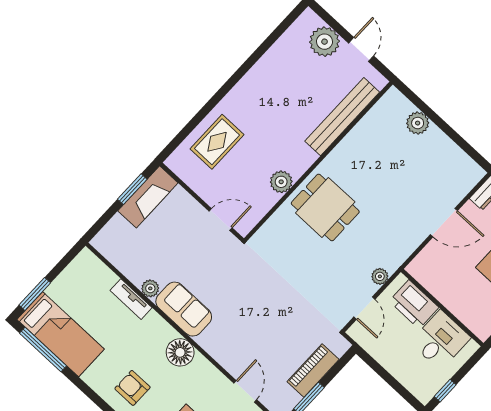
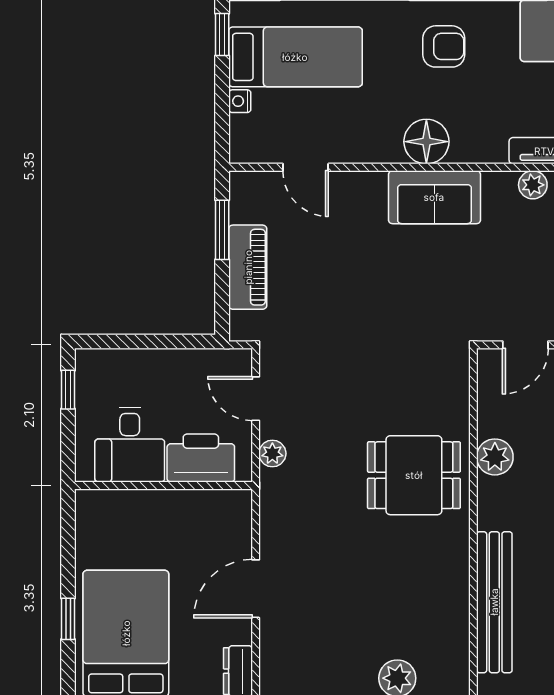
sofa: (184, 309) -> (434, 197), moved

